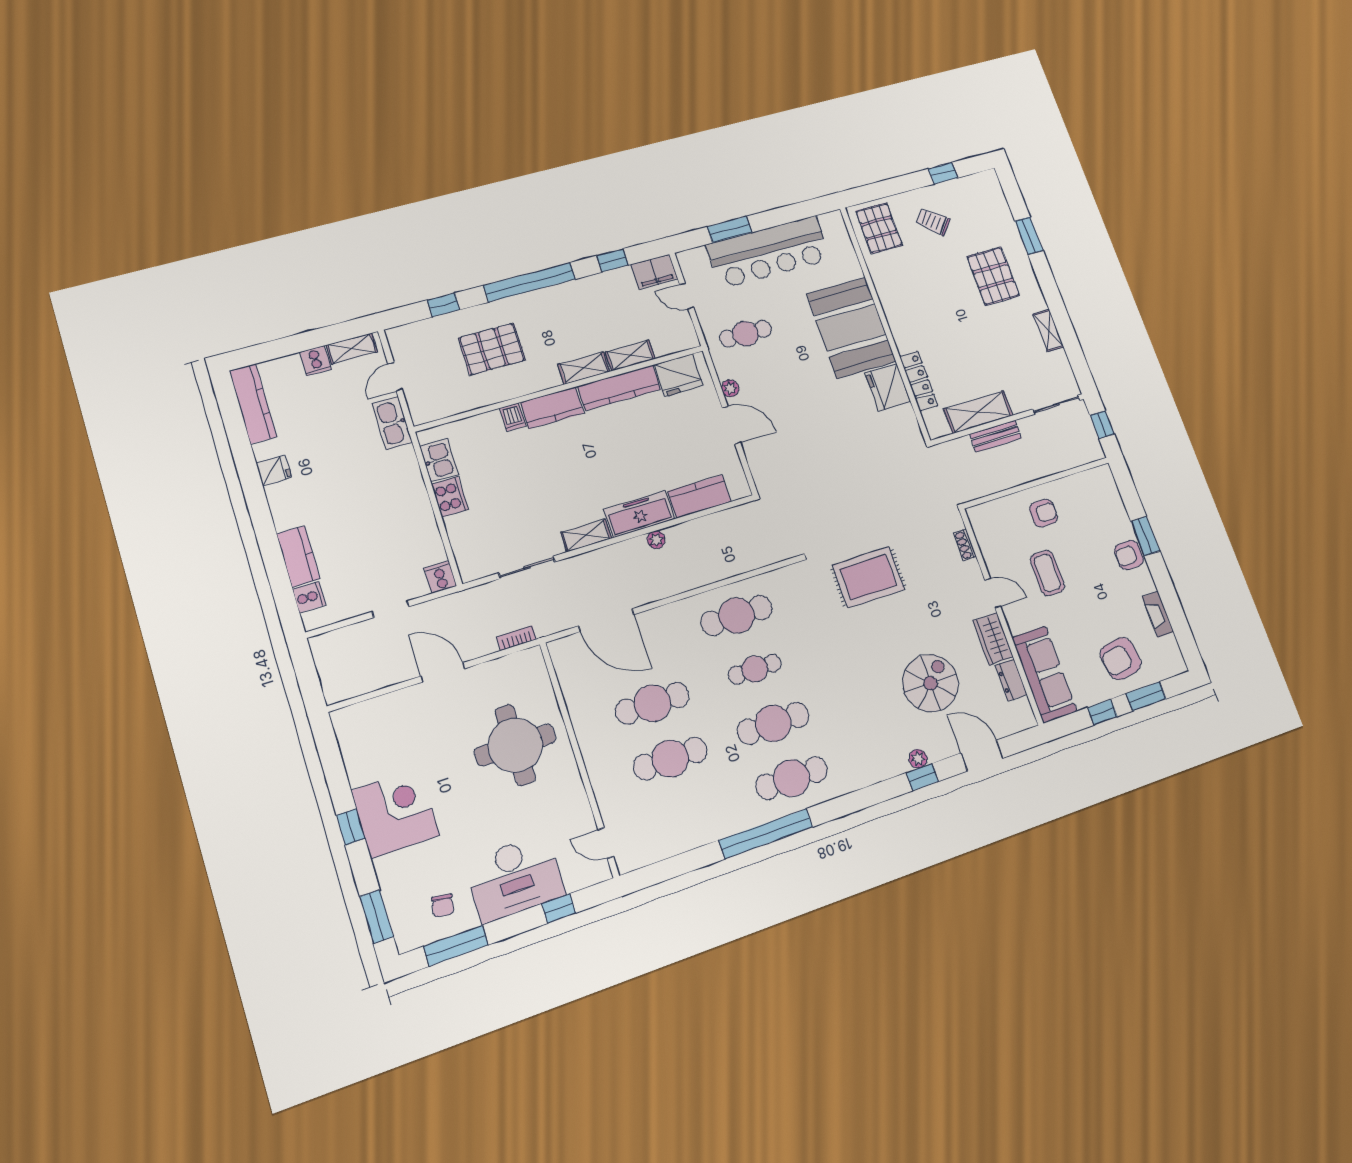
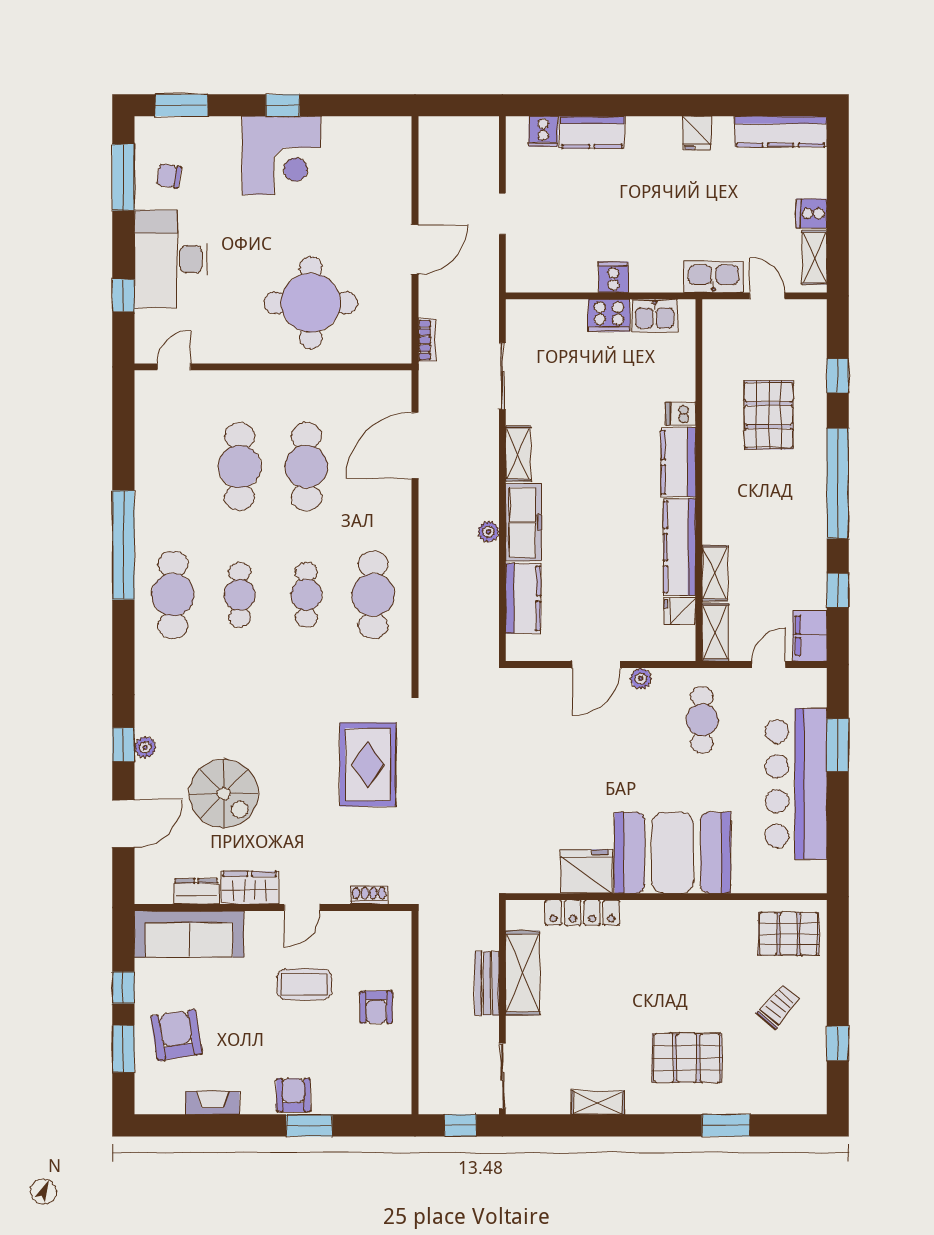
shelving: (584, 368) -> (715, 632), moved
fridge: (679, 375) -> (680, 611), width x0.53, depth x0.75
cooker: (440, 577) -> (613, 277), moved, turned -90
cafe table: (773, 723) -> (240, 595), width x0.73, depth x0.74

